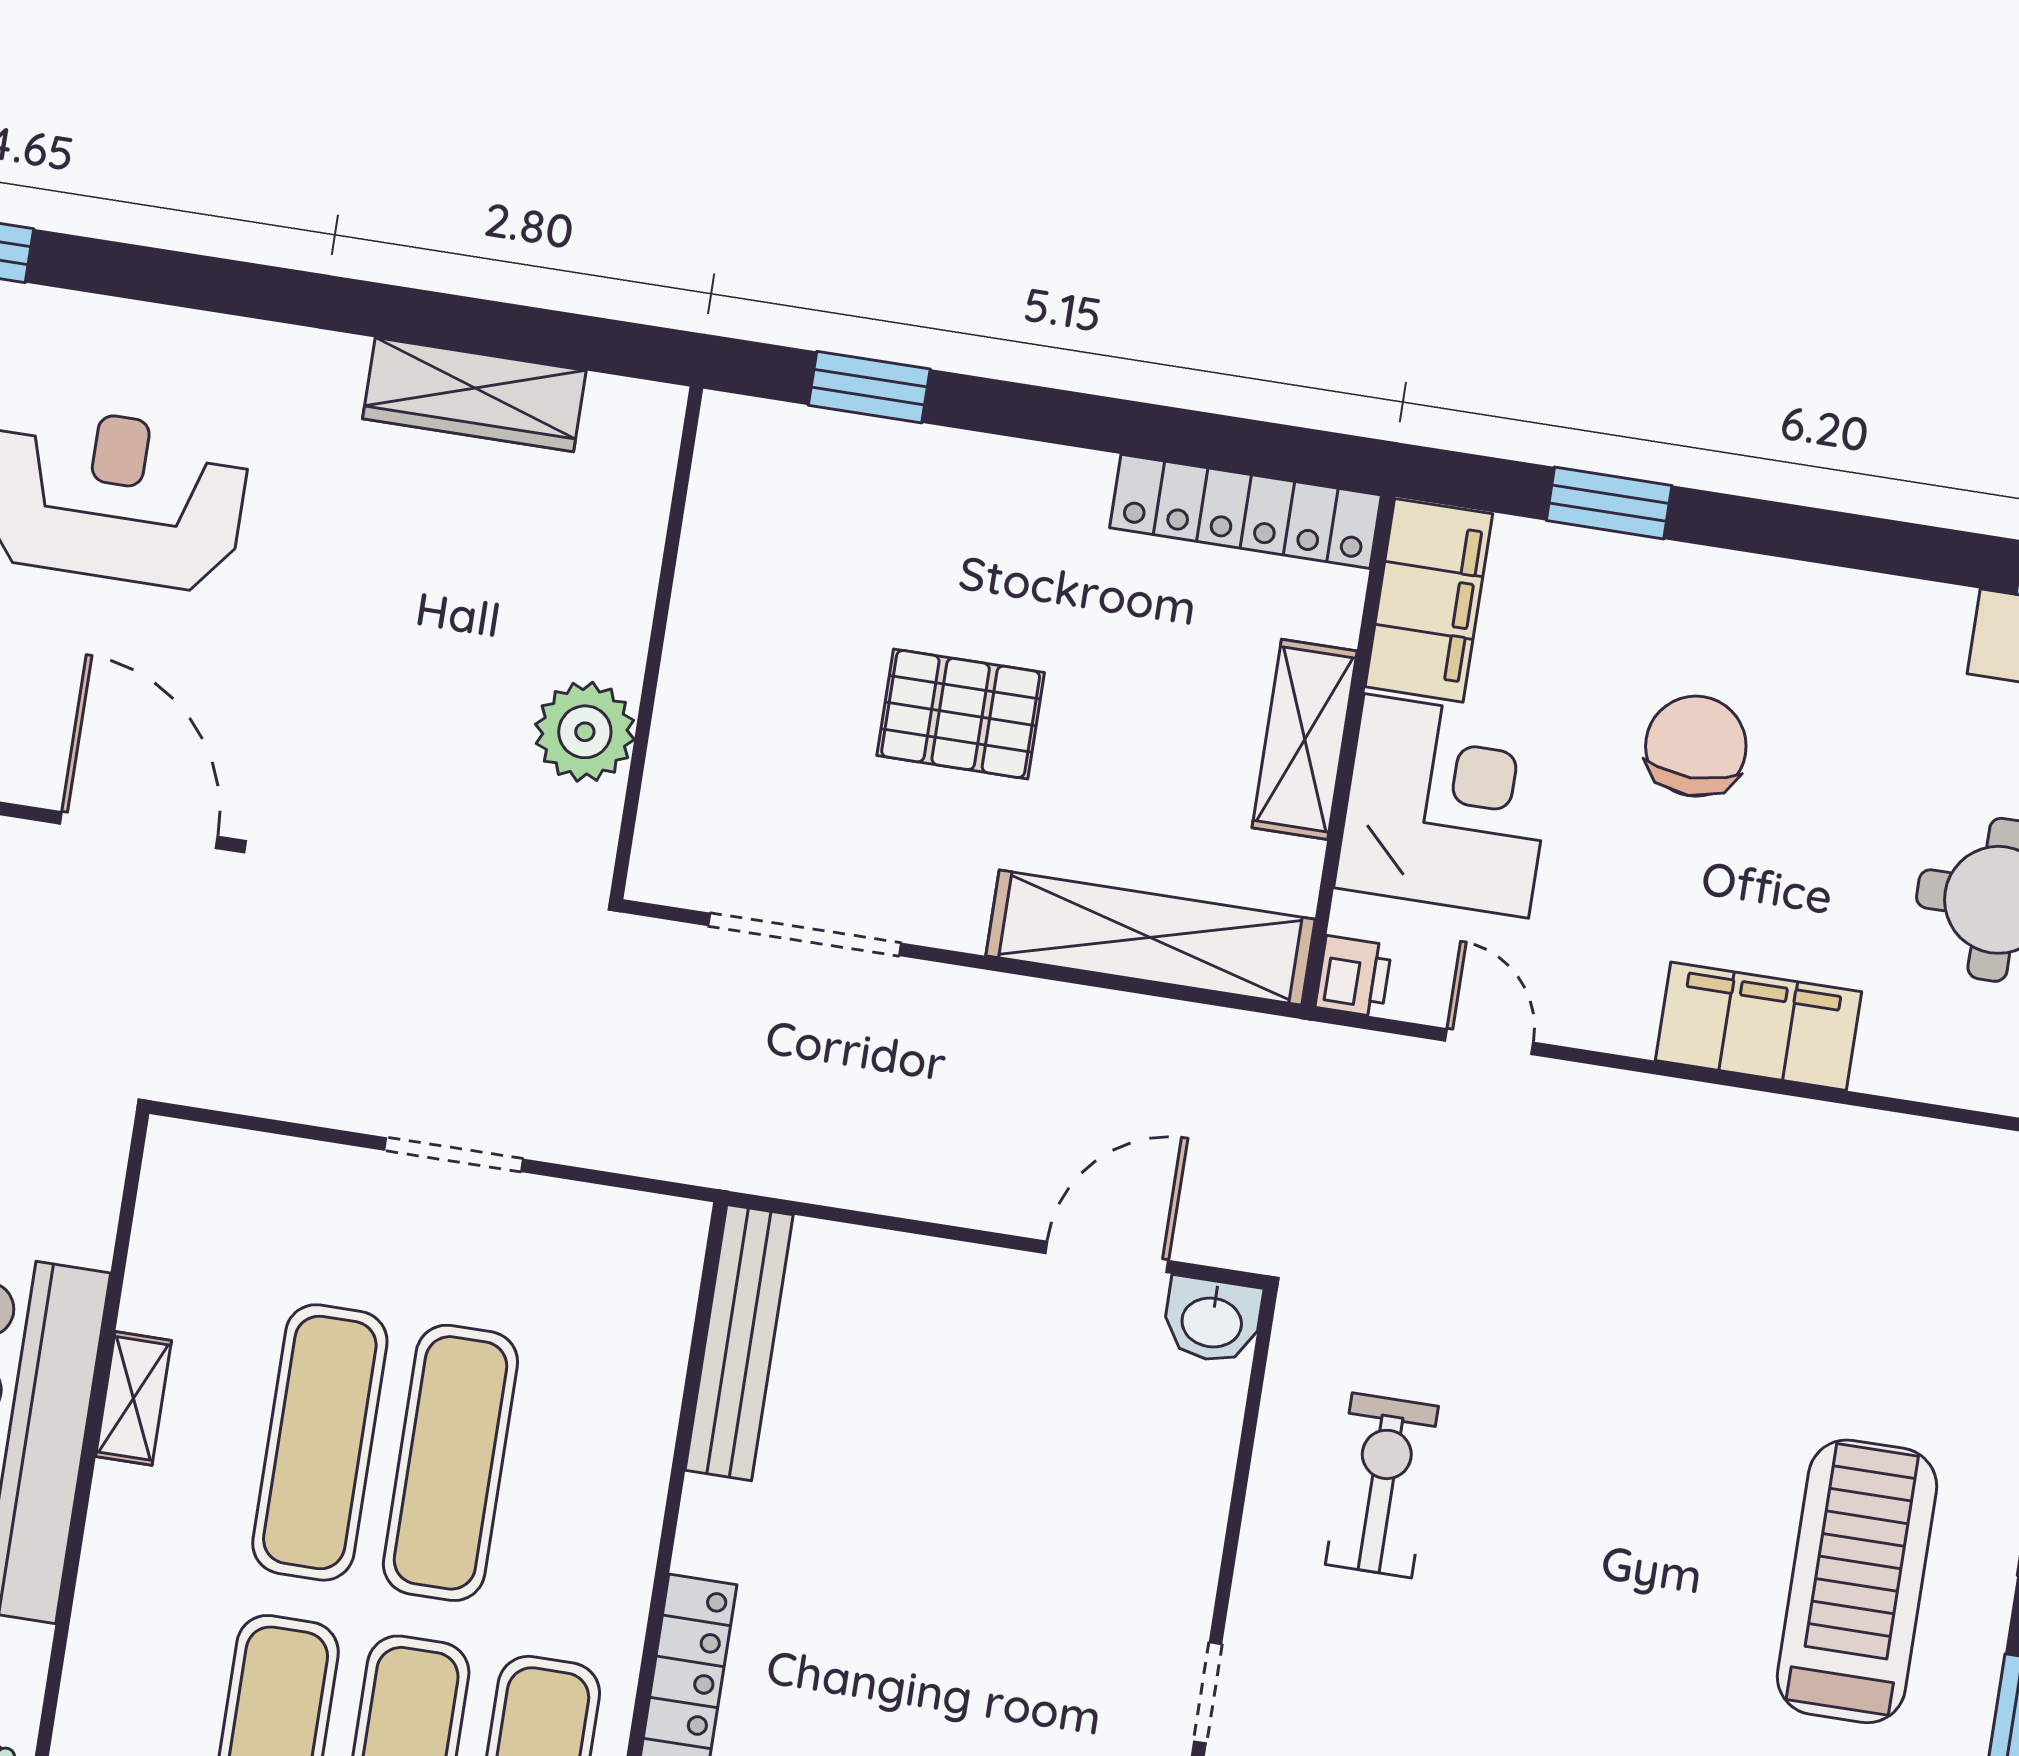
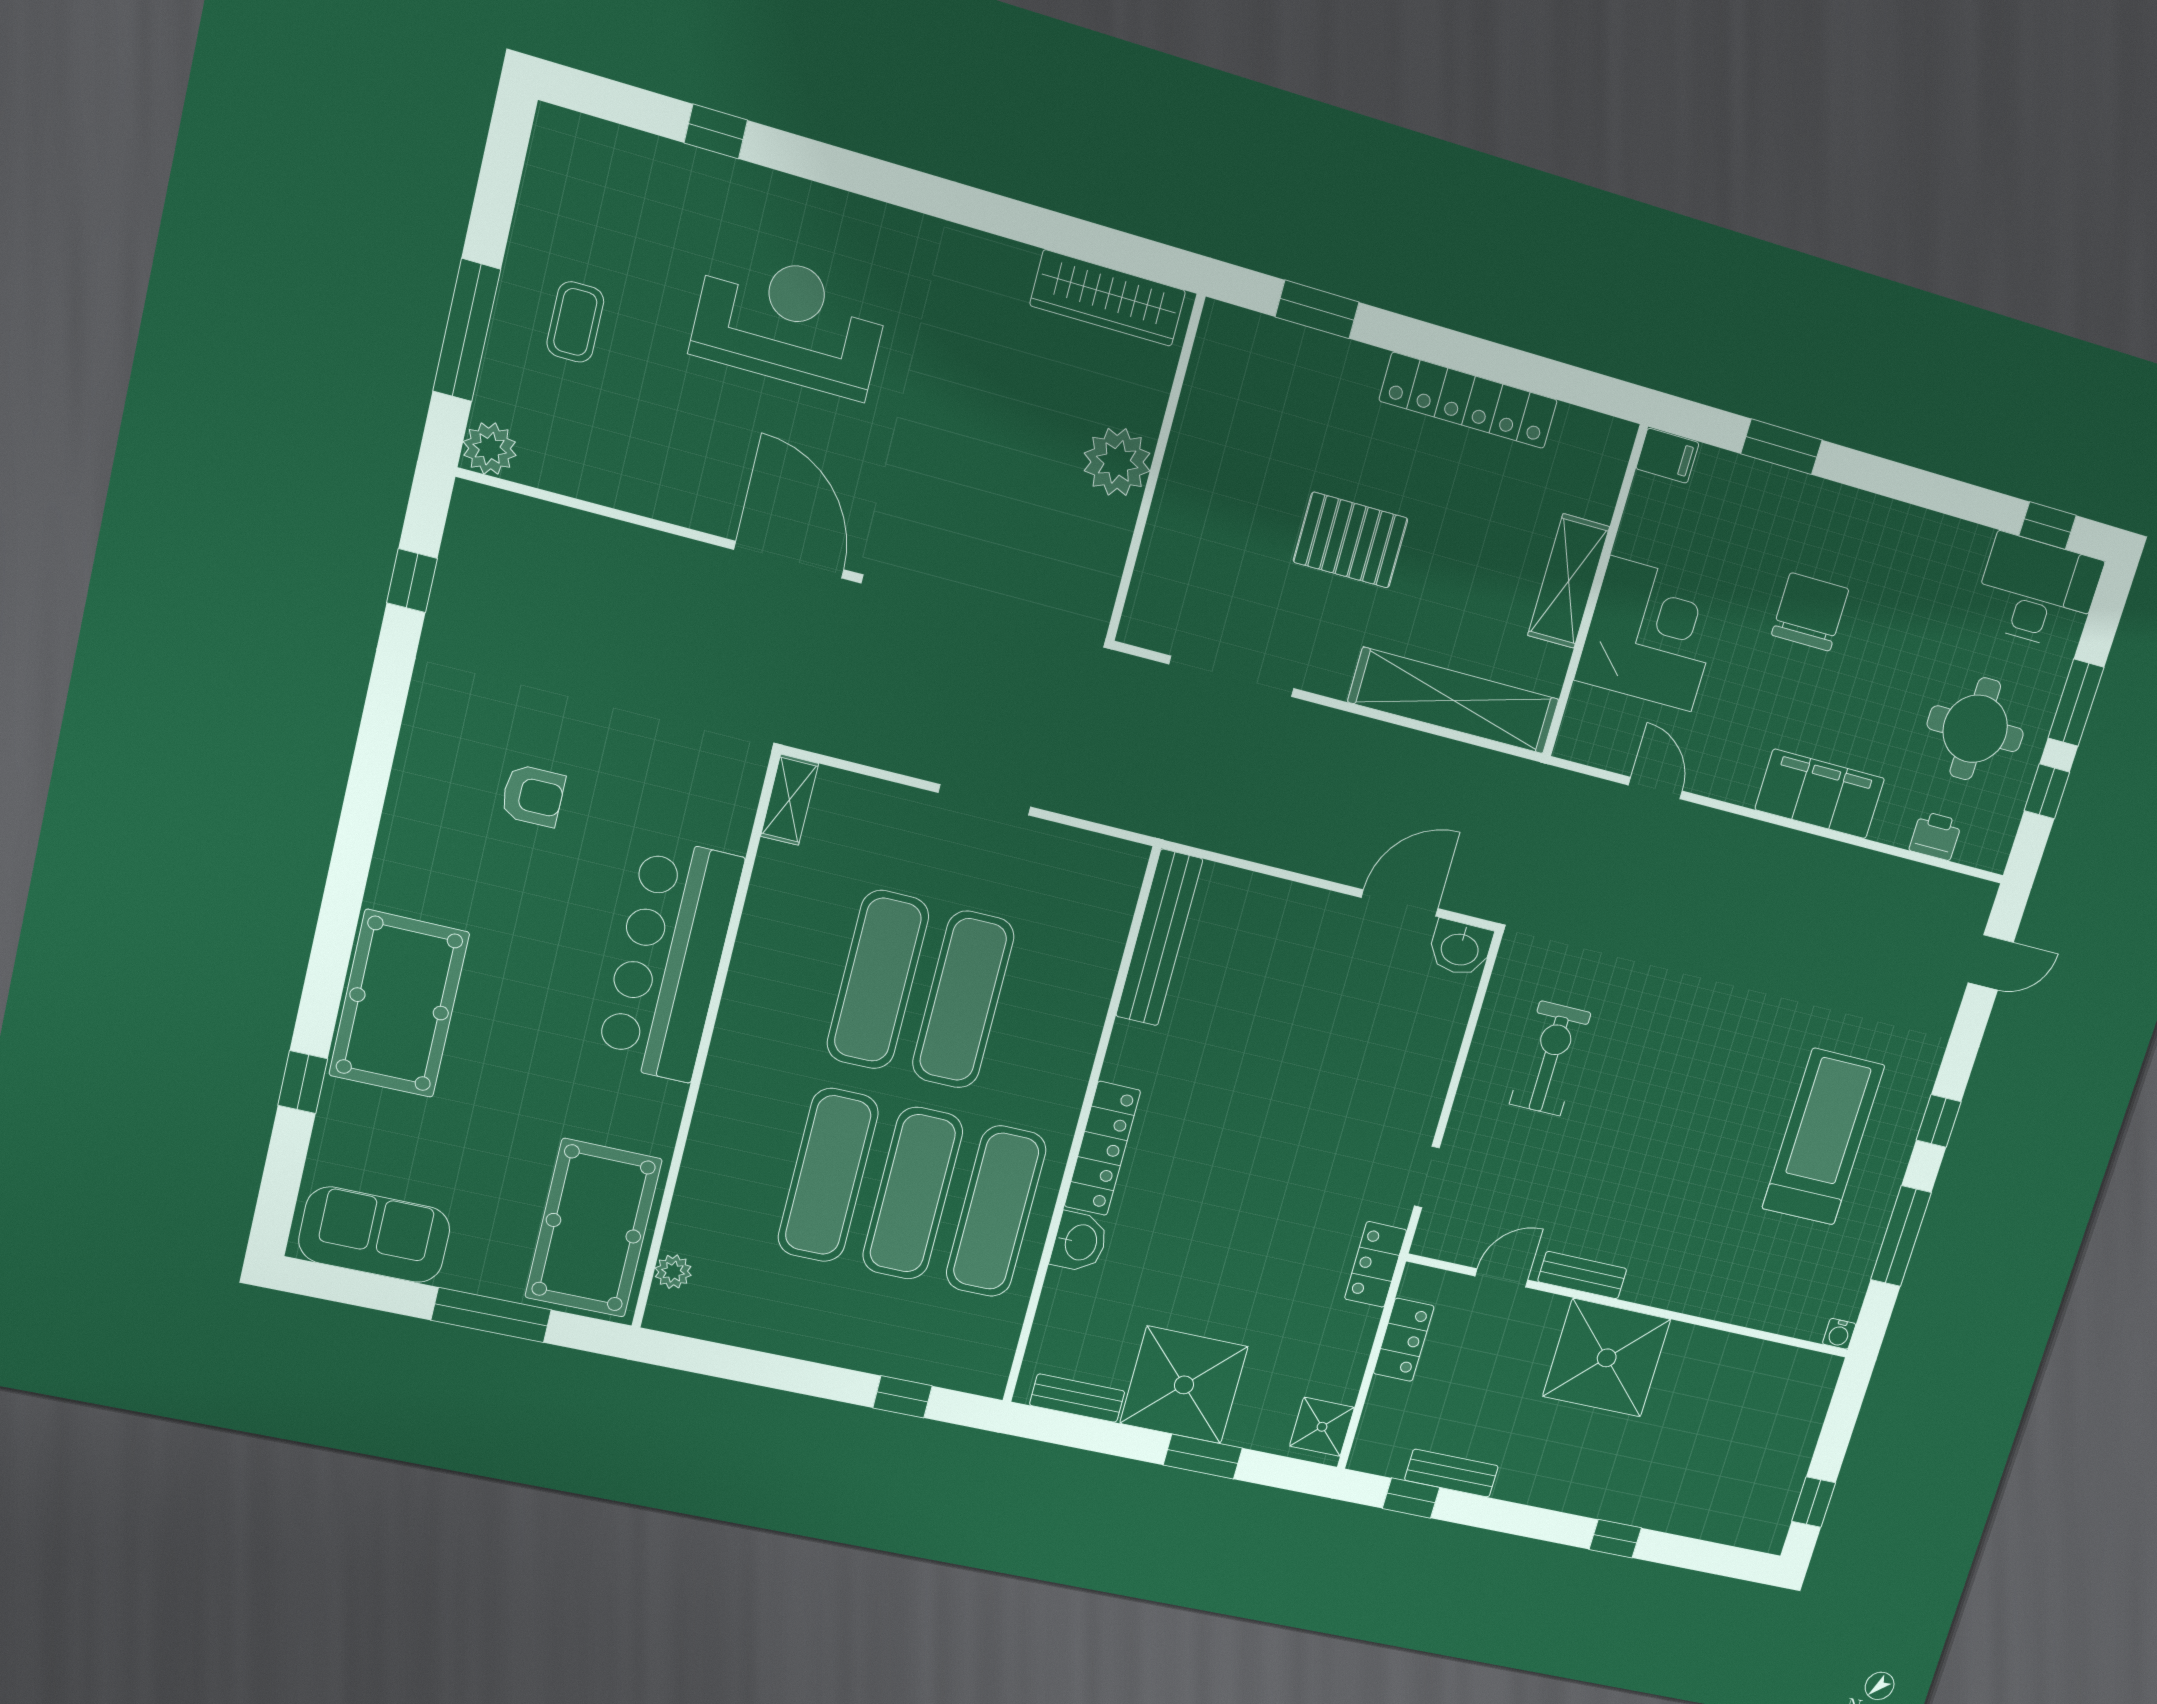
wardrobe: (474, 395) -> (1108, 298), moved
locker: (1246, 511) -> (1468, 400), moved
filing cabinet: (1429, 600) -> (1667, 456), width x0.33, depth x0.86
plant: (585, 732) -> (1117, 462), moved
printer: (1354, 976) -> (1935, 836), moved, turned -90
shelving: (133, 1398) -> (790, 800), moved

